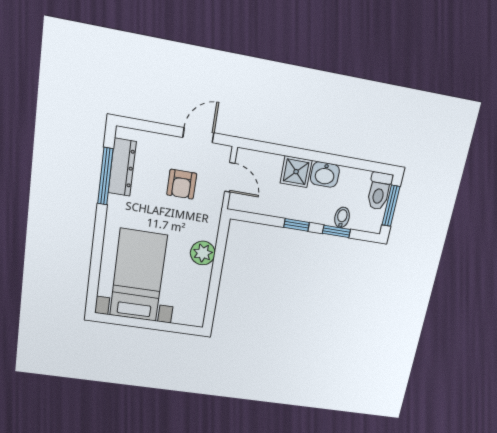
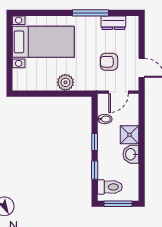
dresser: (122, 167) -> (113, 23), width x0.70
window: (105, 176) -> (91, 13), moved
toilet: (379, 191) -> (110, 187), moved, turned 180
bidet: (342, 217) -> (105, 119), moved

